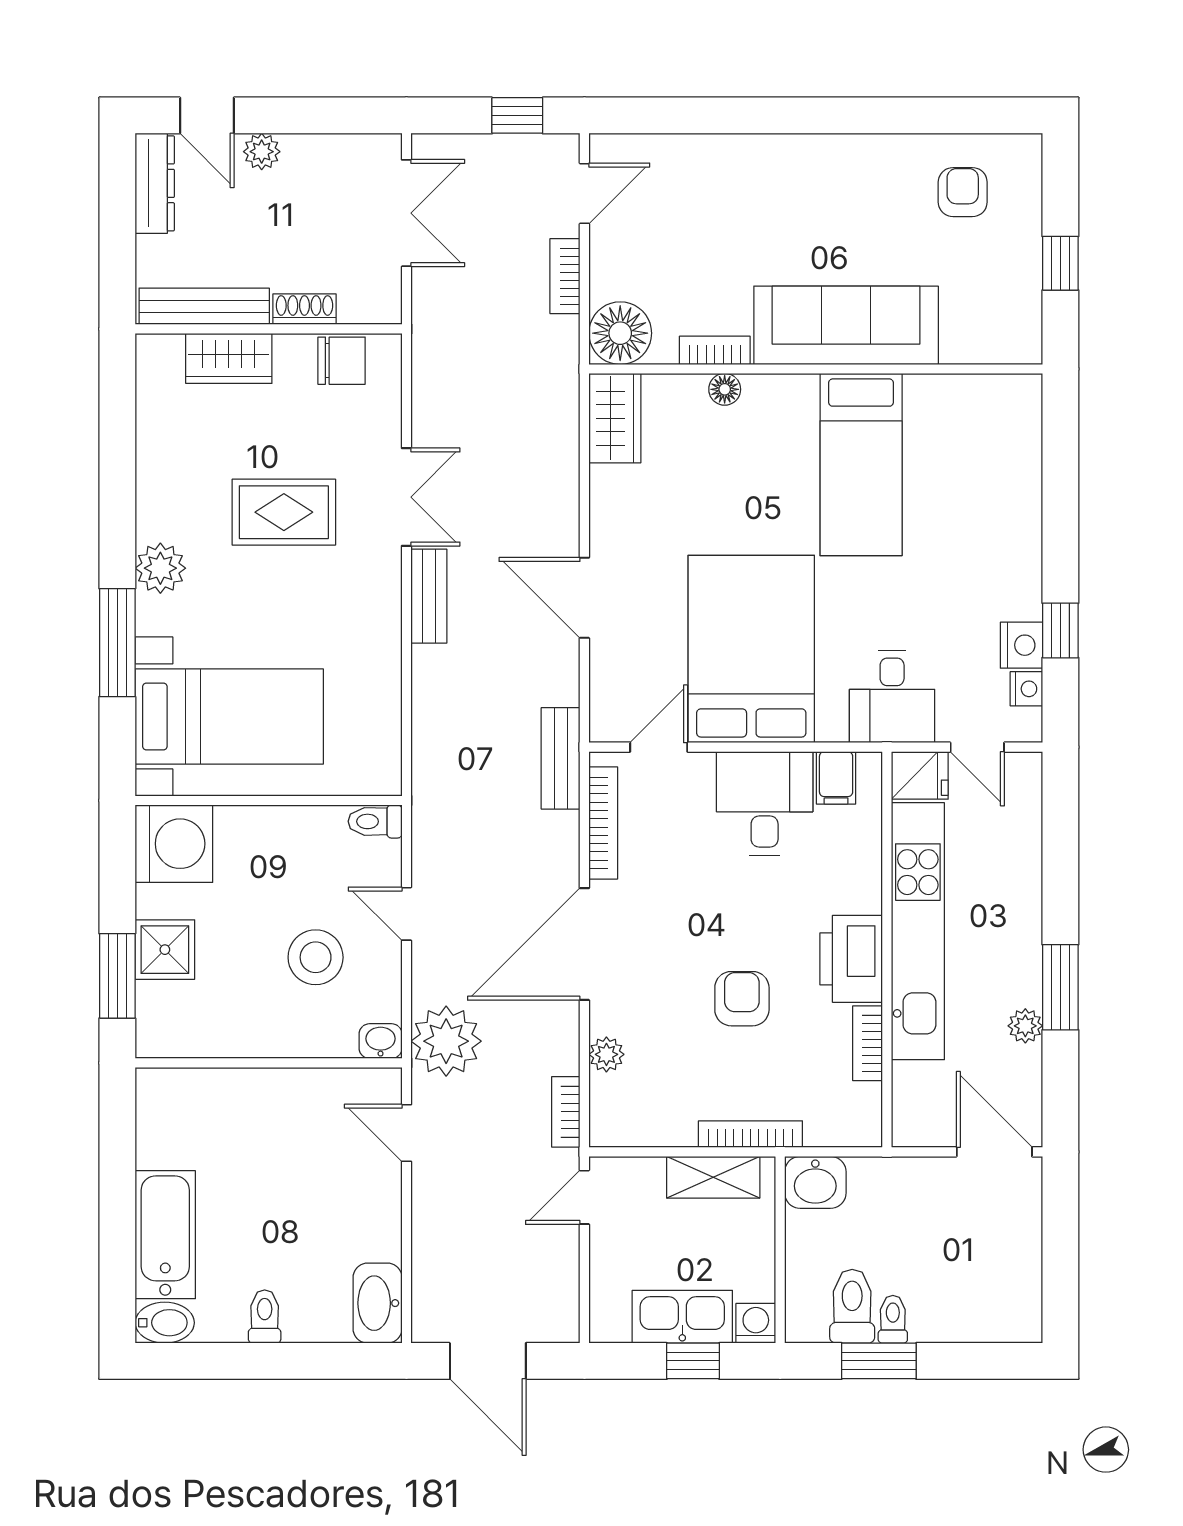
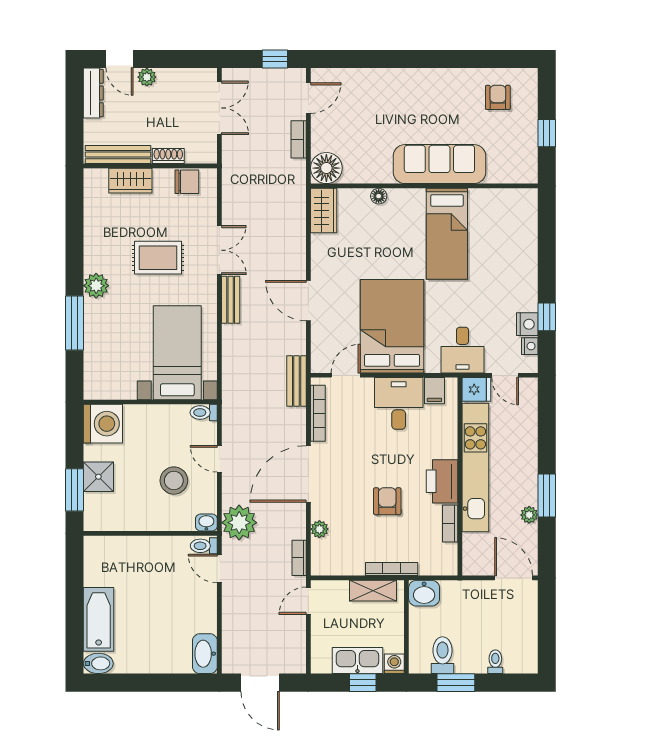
bookcase: (715, 350) -> (374, 177), removed
bed with nightstands: (229, 716) -> (177, 353), moved, turned -90
toilet: (265, 1317) -> (204, 546), moved, turned -90
toilet: (893, 1319) -> (495, 662), moved

